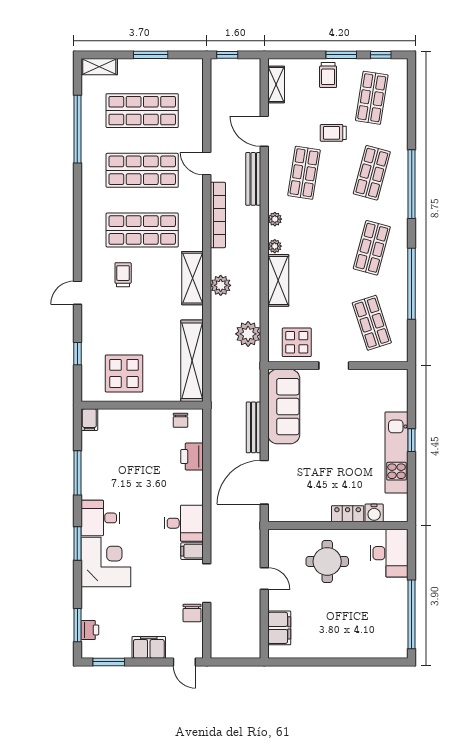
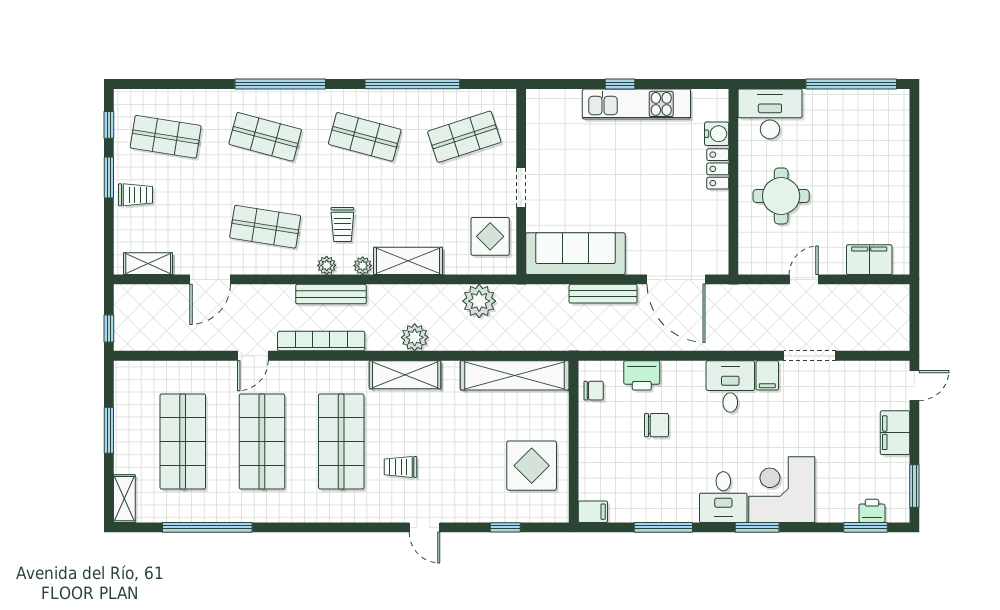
trolley: (333, 133) -> (342, 225), moved
bench: (253, 179) -> (331, 294), moved
chair: (192, 613) -> (656, 425), moved

